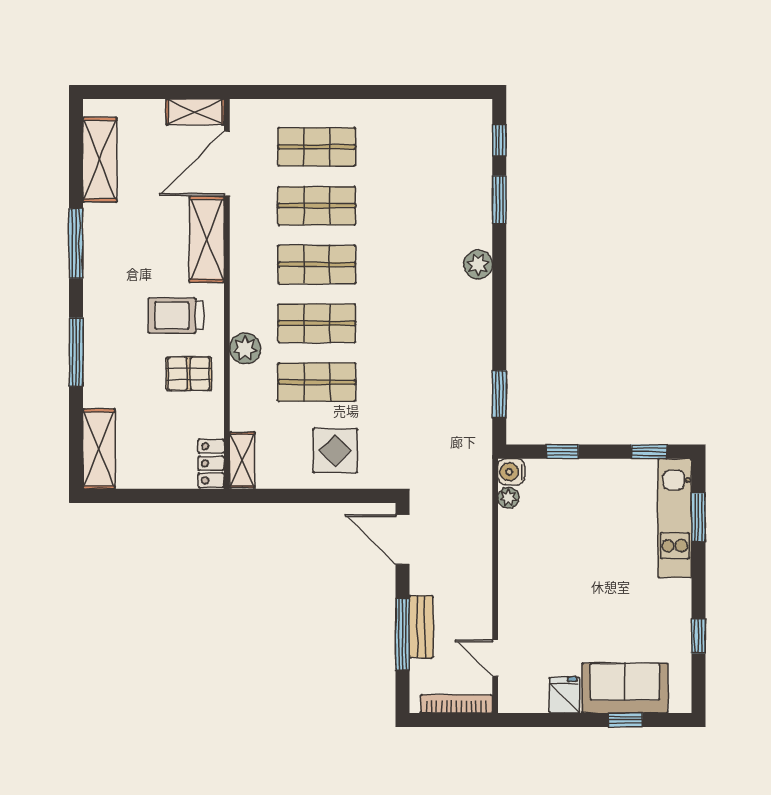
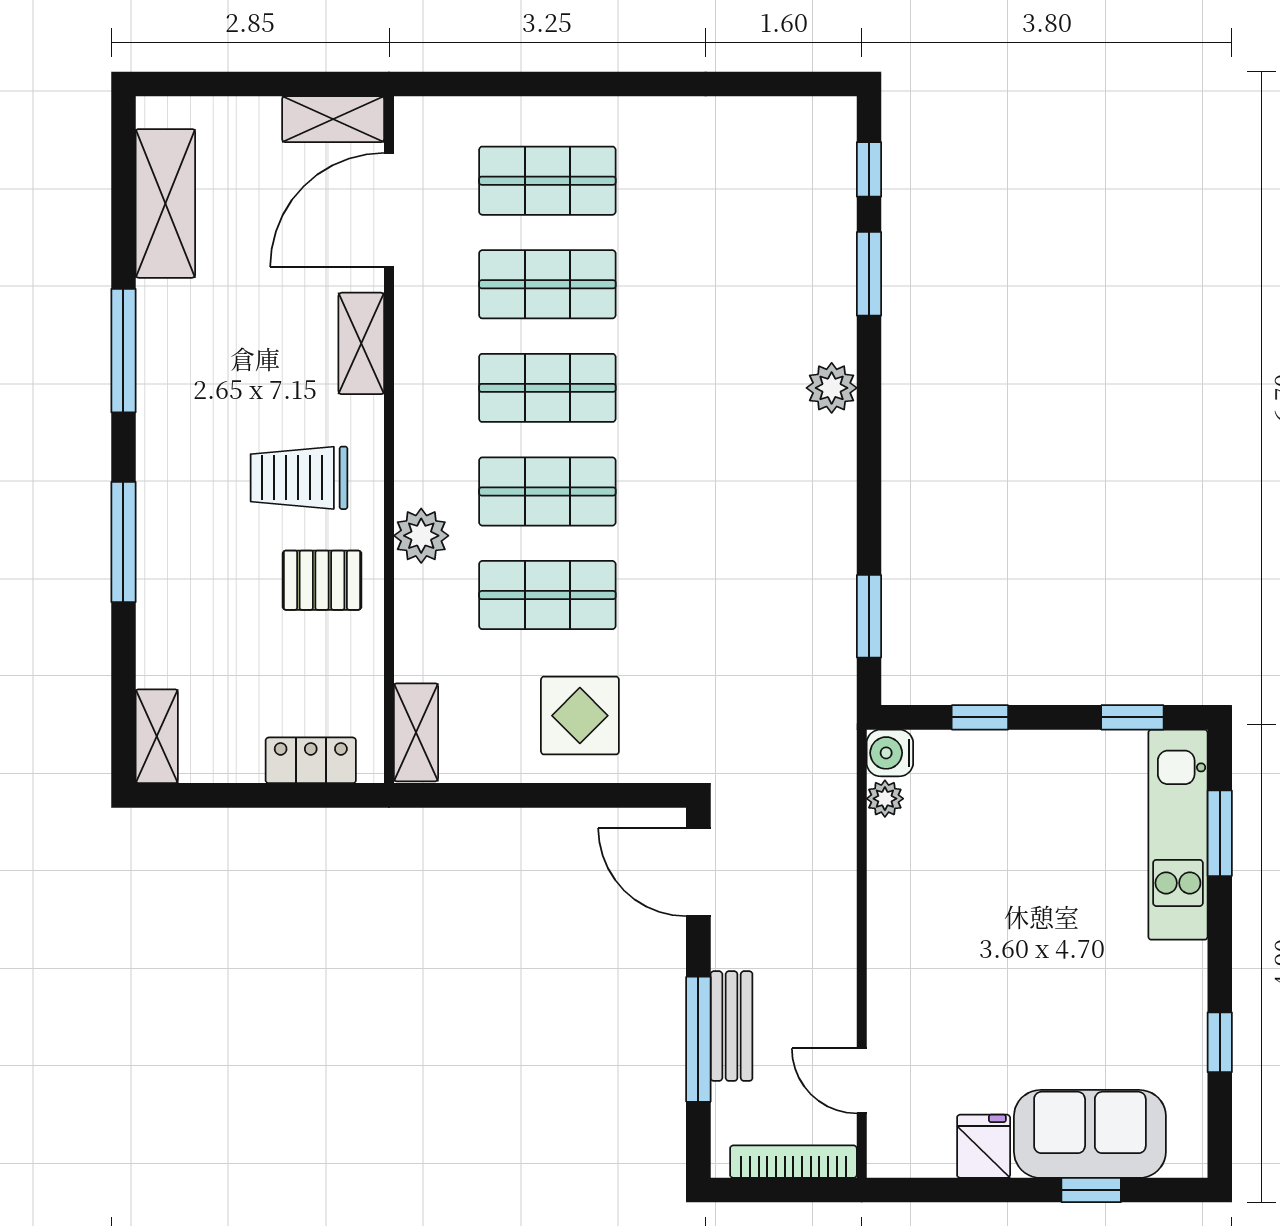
shelving: (207, 239) -> (361, 343), width x0.67, depth x0.75
shelving: (99, 449) -> (157, 736), width x0.67, depth x0.75
locker: (211, 463) -> (311, 760), moved, turned 90

